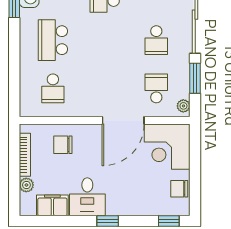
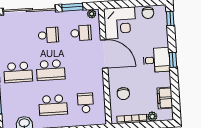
school desk: (105, 40) -> (51, 70), added
school desk: (53, 88) -> (86, 103), turned -90
school desk: (156, 88) -> (81, 33), turned 180
desk: (87, 197) -> (156, 60), moved

